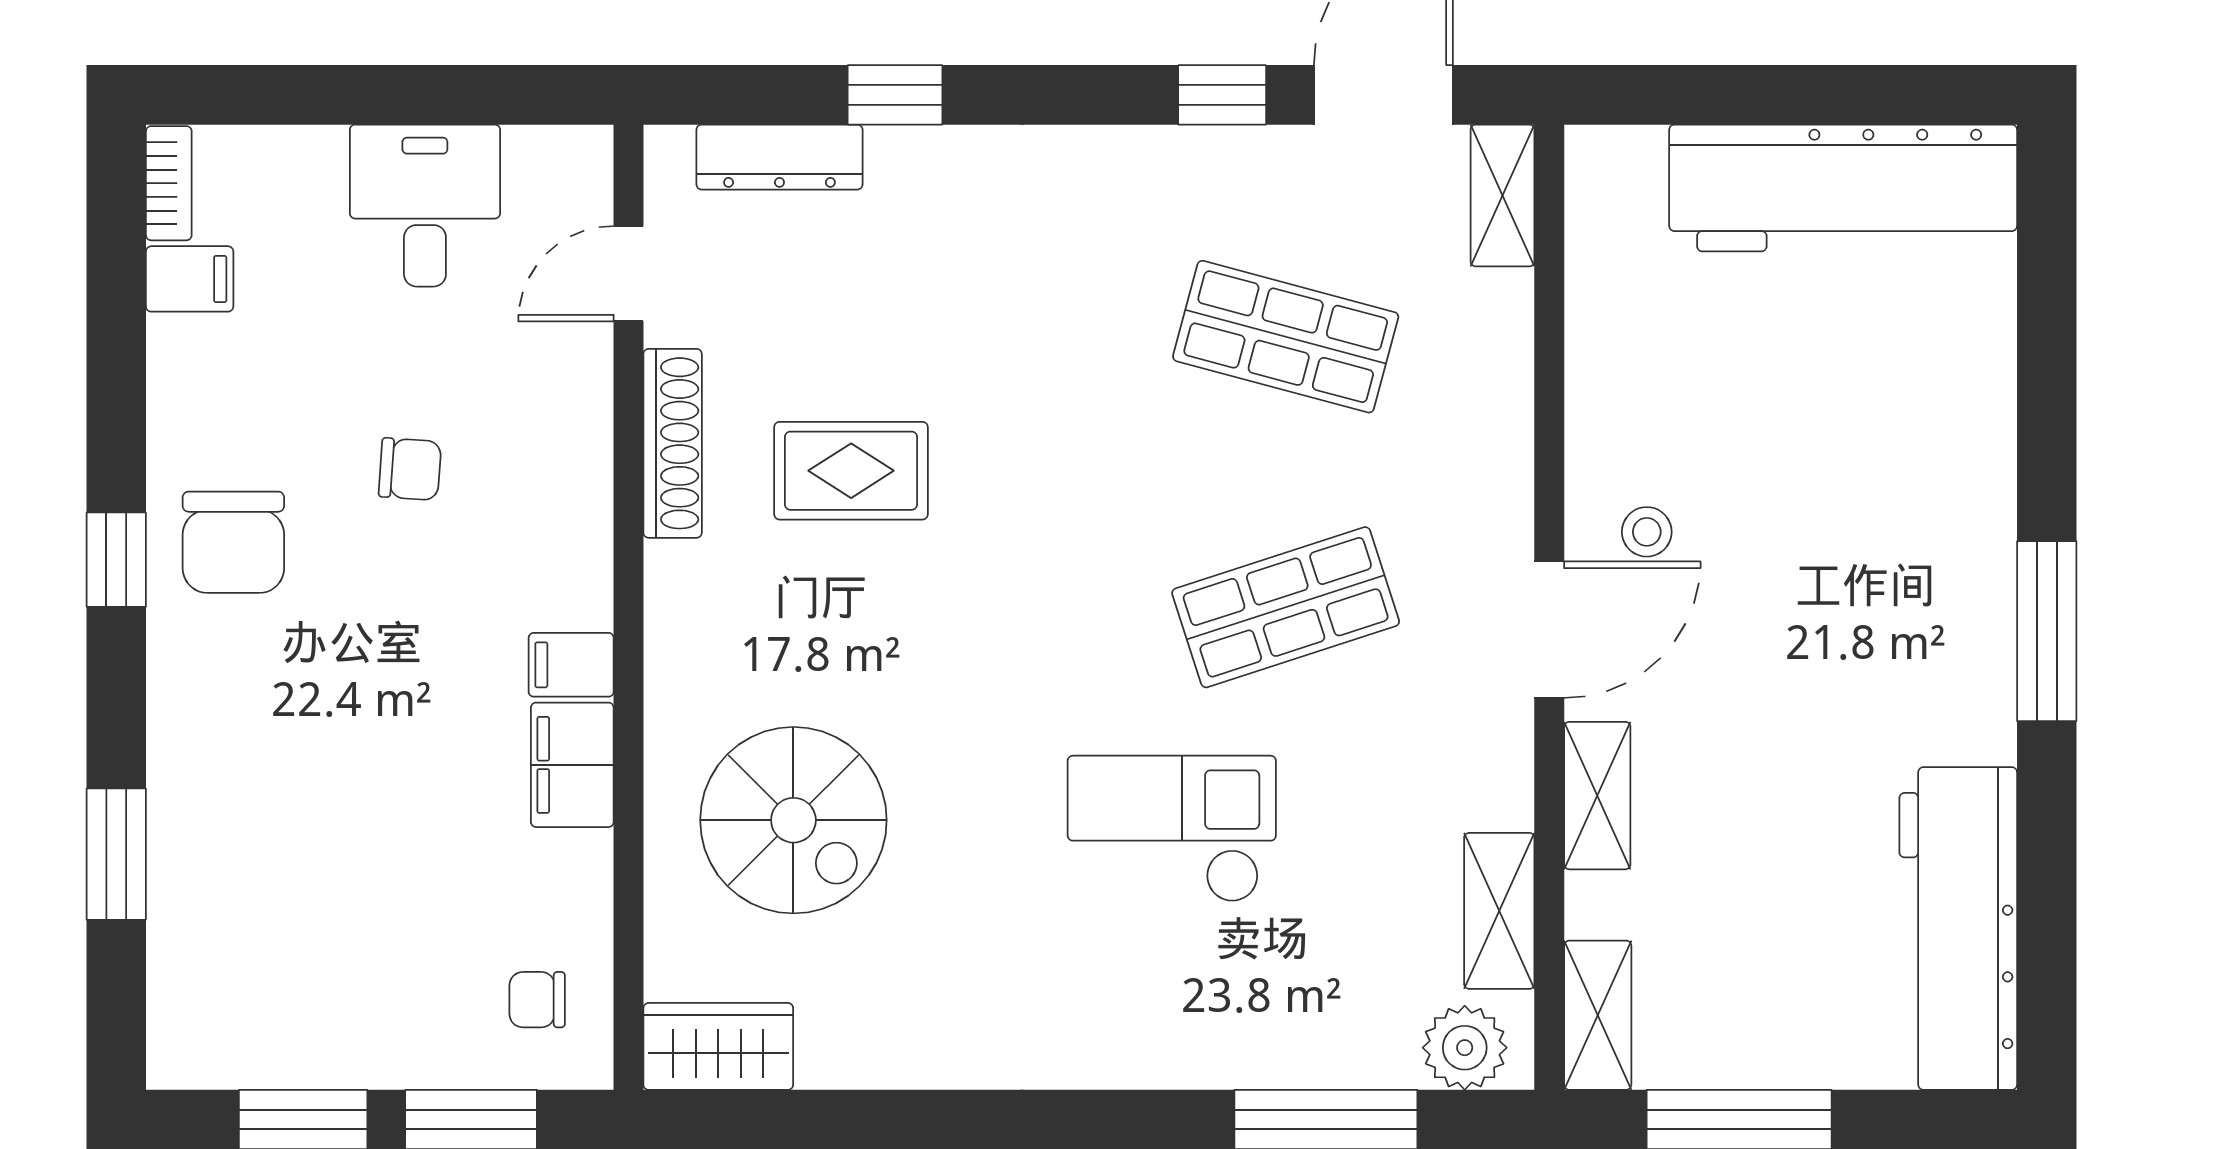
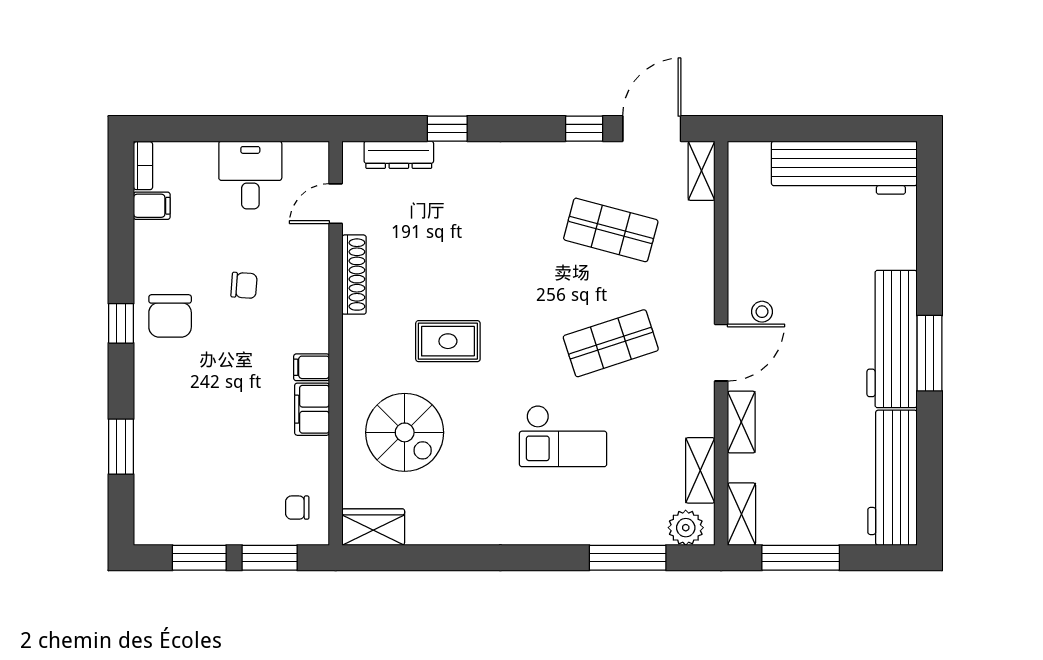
rug: (851, 471) -> (448, 341), moved
workbench: (1957, 597) -> (892, 339), added
checkout: (1172, 829) -> (563, 436), turned 180

